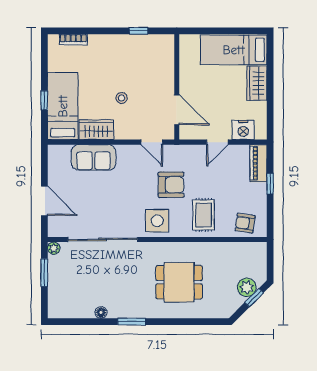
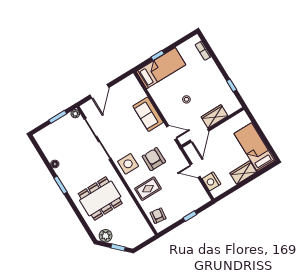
wardrobe: (96, 130) -> (214, 116), moved, turned -90
door: (152, 142) -> (172, 133), swing flipped
sofa: (94, 157) -> (148, 114), moved
piano: (258, 163) -> (197, 202), removed
armchair: (171, 185) -> (154, 159), turned 180
dining table: (179, 282) -> (100, 198), width x1.38
plant: (247, 287) -> (106, 236), moved

